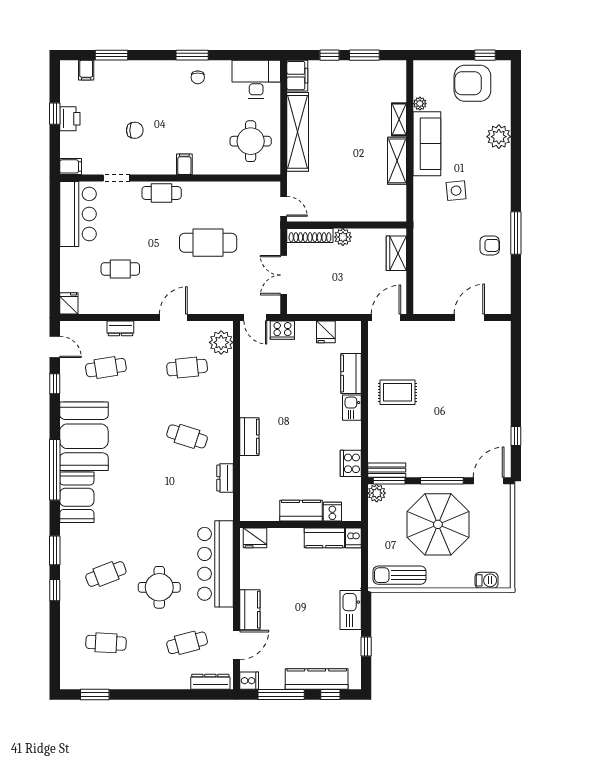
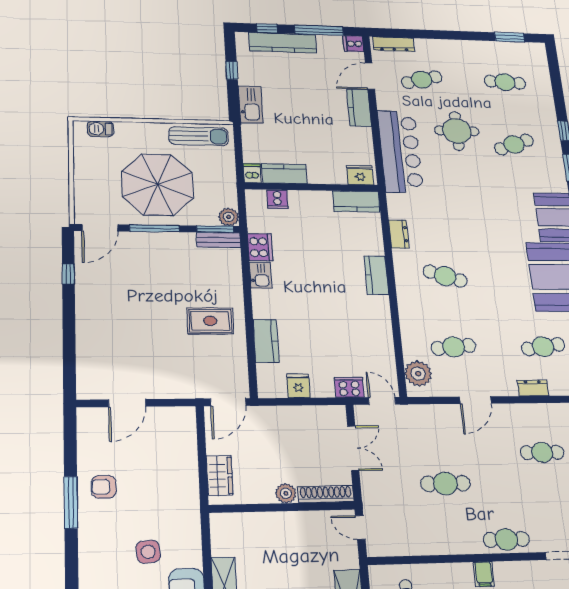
cafe table: (208, 243) -> (445, 484), width x0.73, depth x0.74
kitchen sink: (352, 408) -> (261, 275), moved
kitchen counter: (301, 511) -> (356, 201), moved

